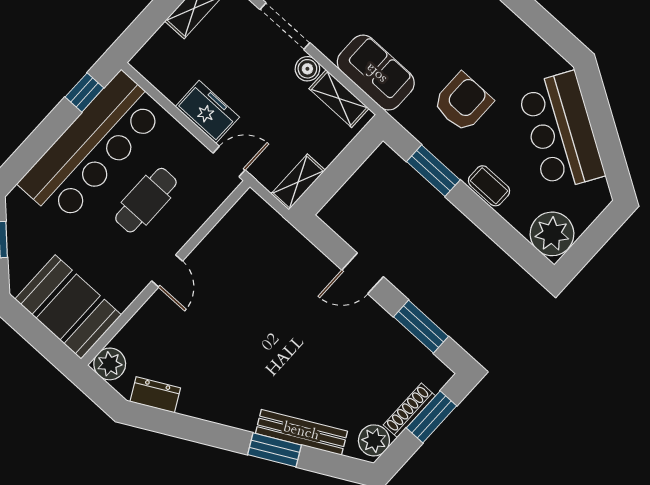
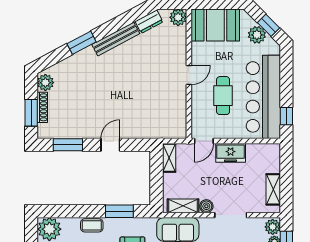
plant: (23, 241) -> (257, 35), added
door: (167, 271) -> (189, 75), swing flipped
bench: (301, 432) -> (116, 39), moved

